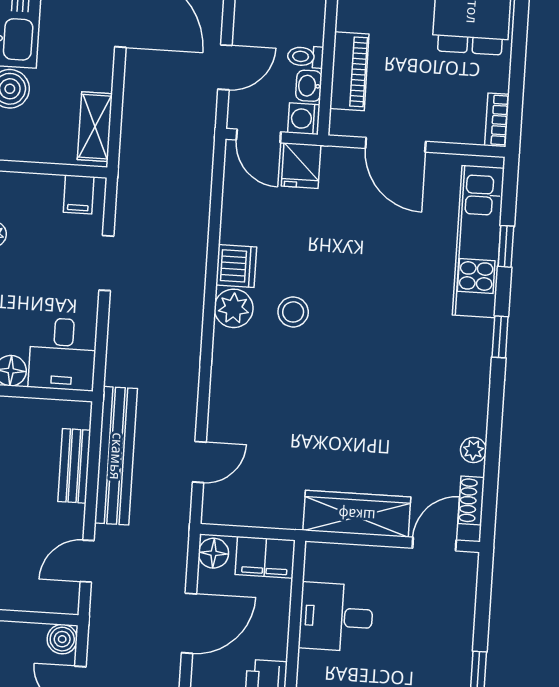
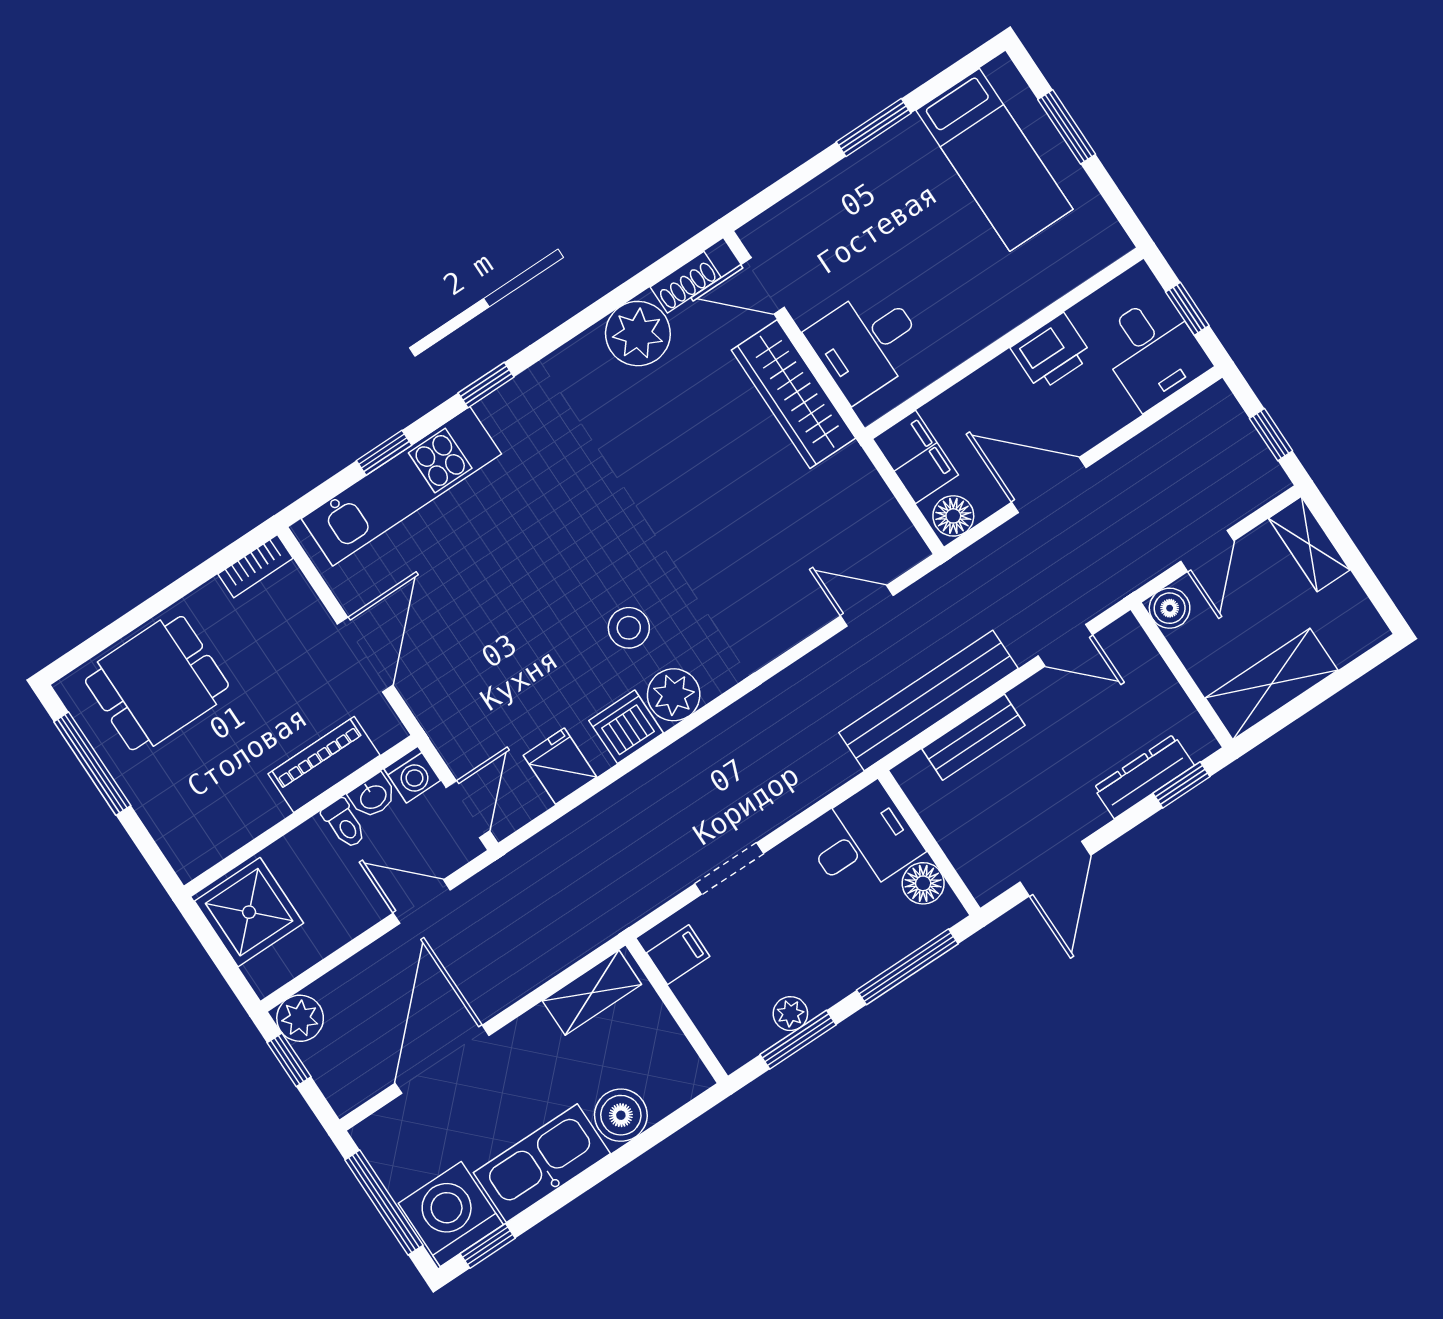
fridge: (301, 166) -> (560, 766), moved, turned -90
plant: (473, 450) -> (638, 334), width x1.87, depth x1.87
desk: (336, 617) -> (867, 343), moved, turned 90

